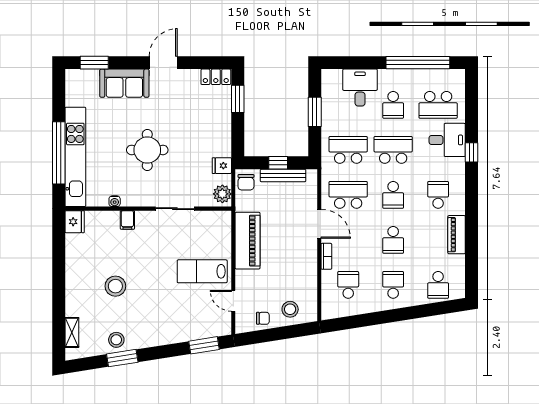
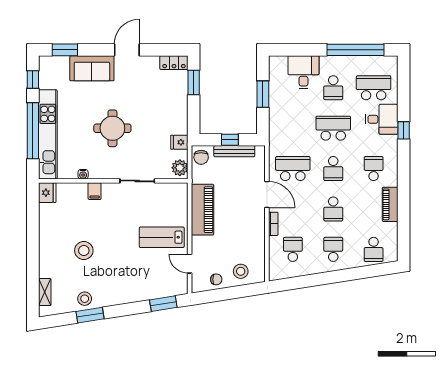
window: (59, 96) -> (33, 79), added
school desk: (438, 105) -> (374, 88), turned 180
school desk: (348, 150) -> (293, 128), removed

